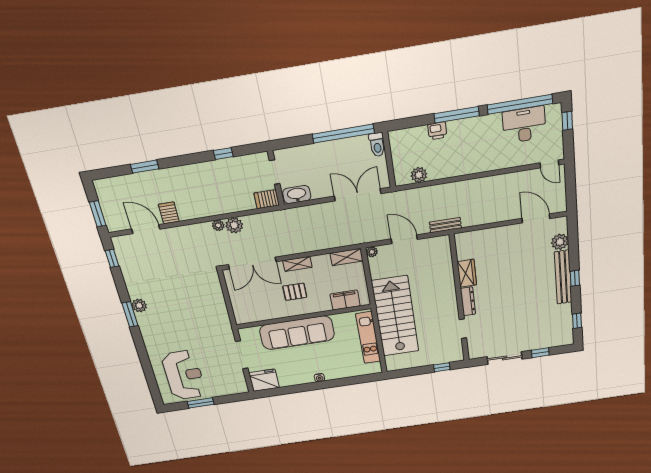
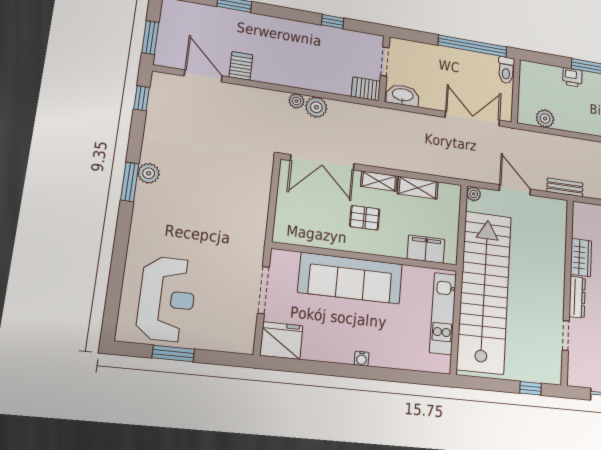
shelving: (347, 257) -> (418, 188), moved
stairs: (395, 316) -> (484, 292), width x1.36

